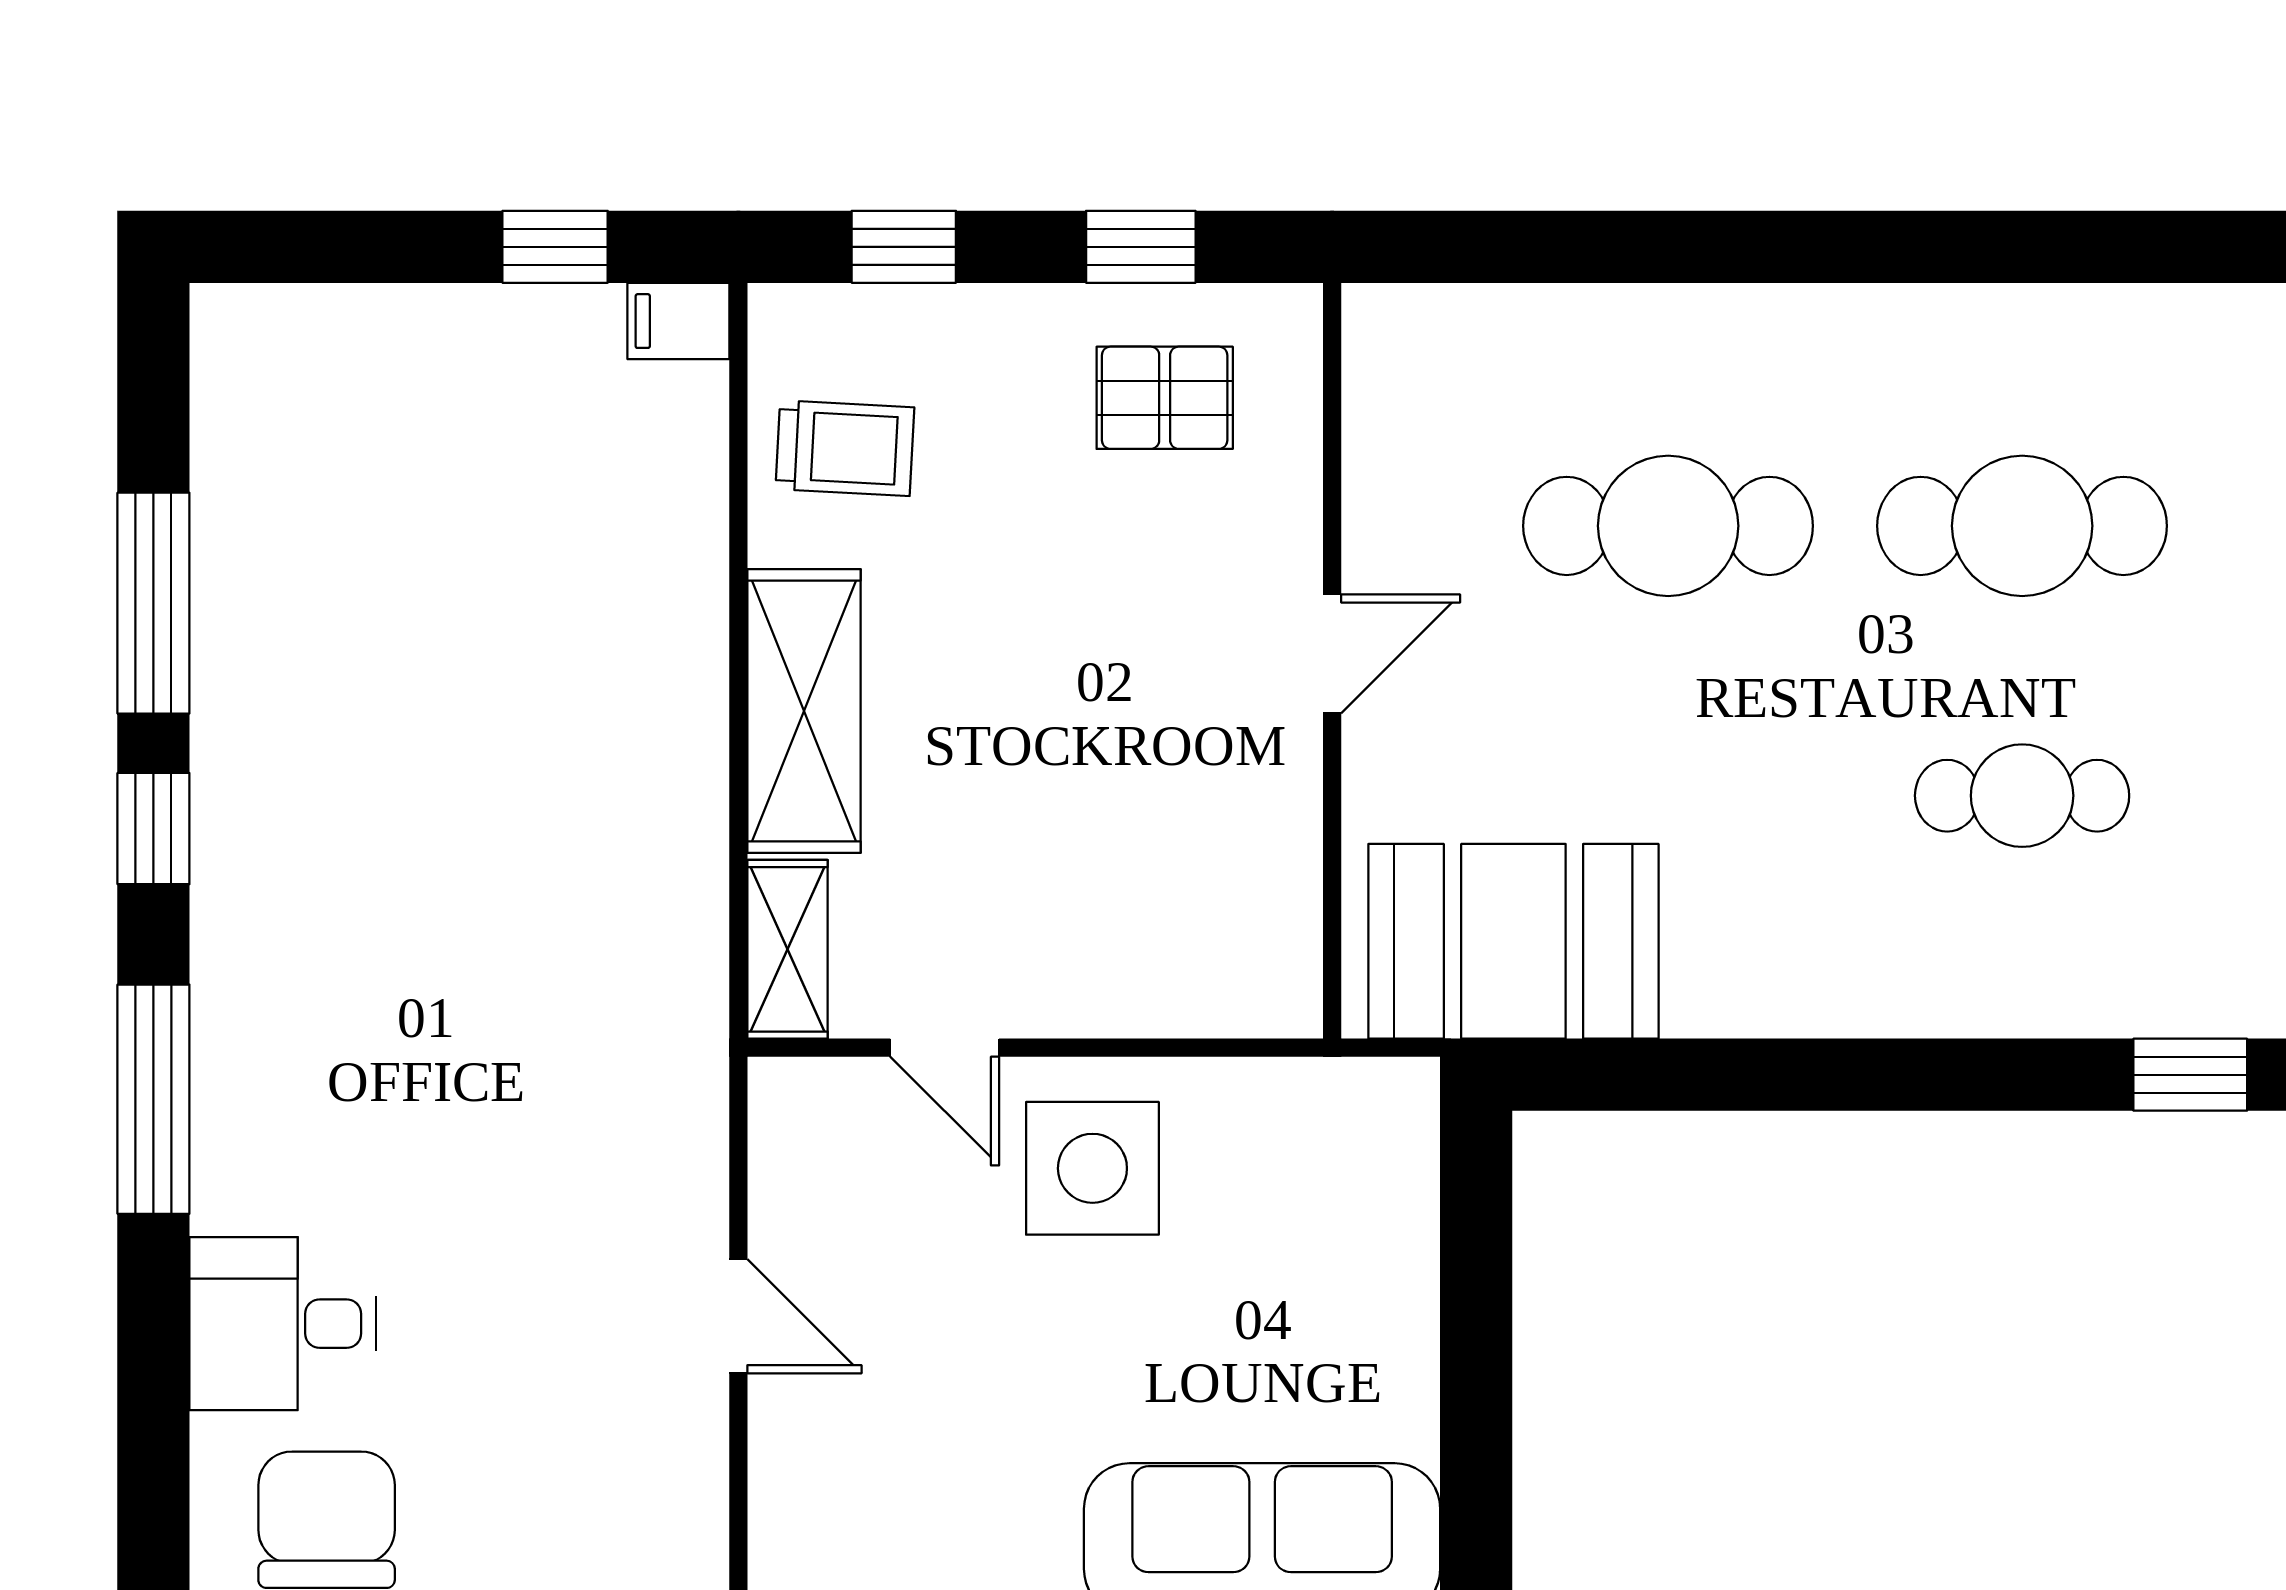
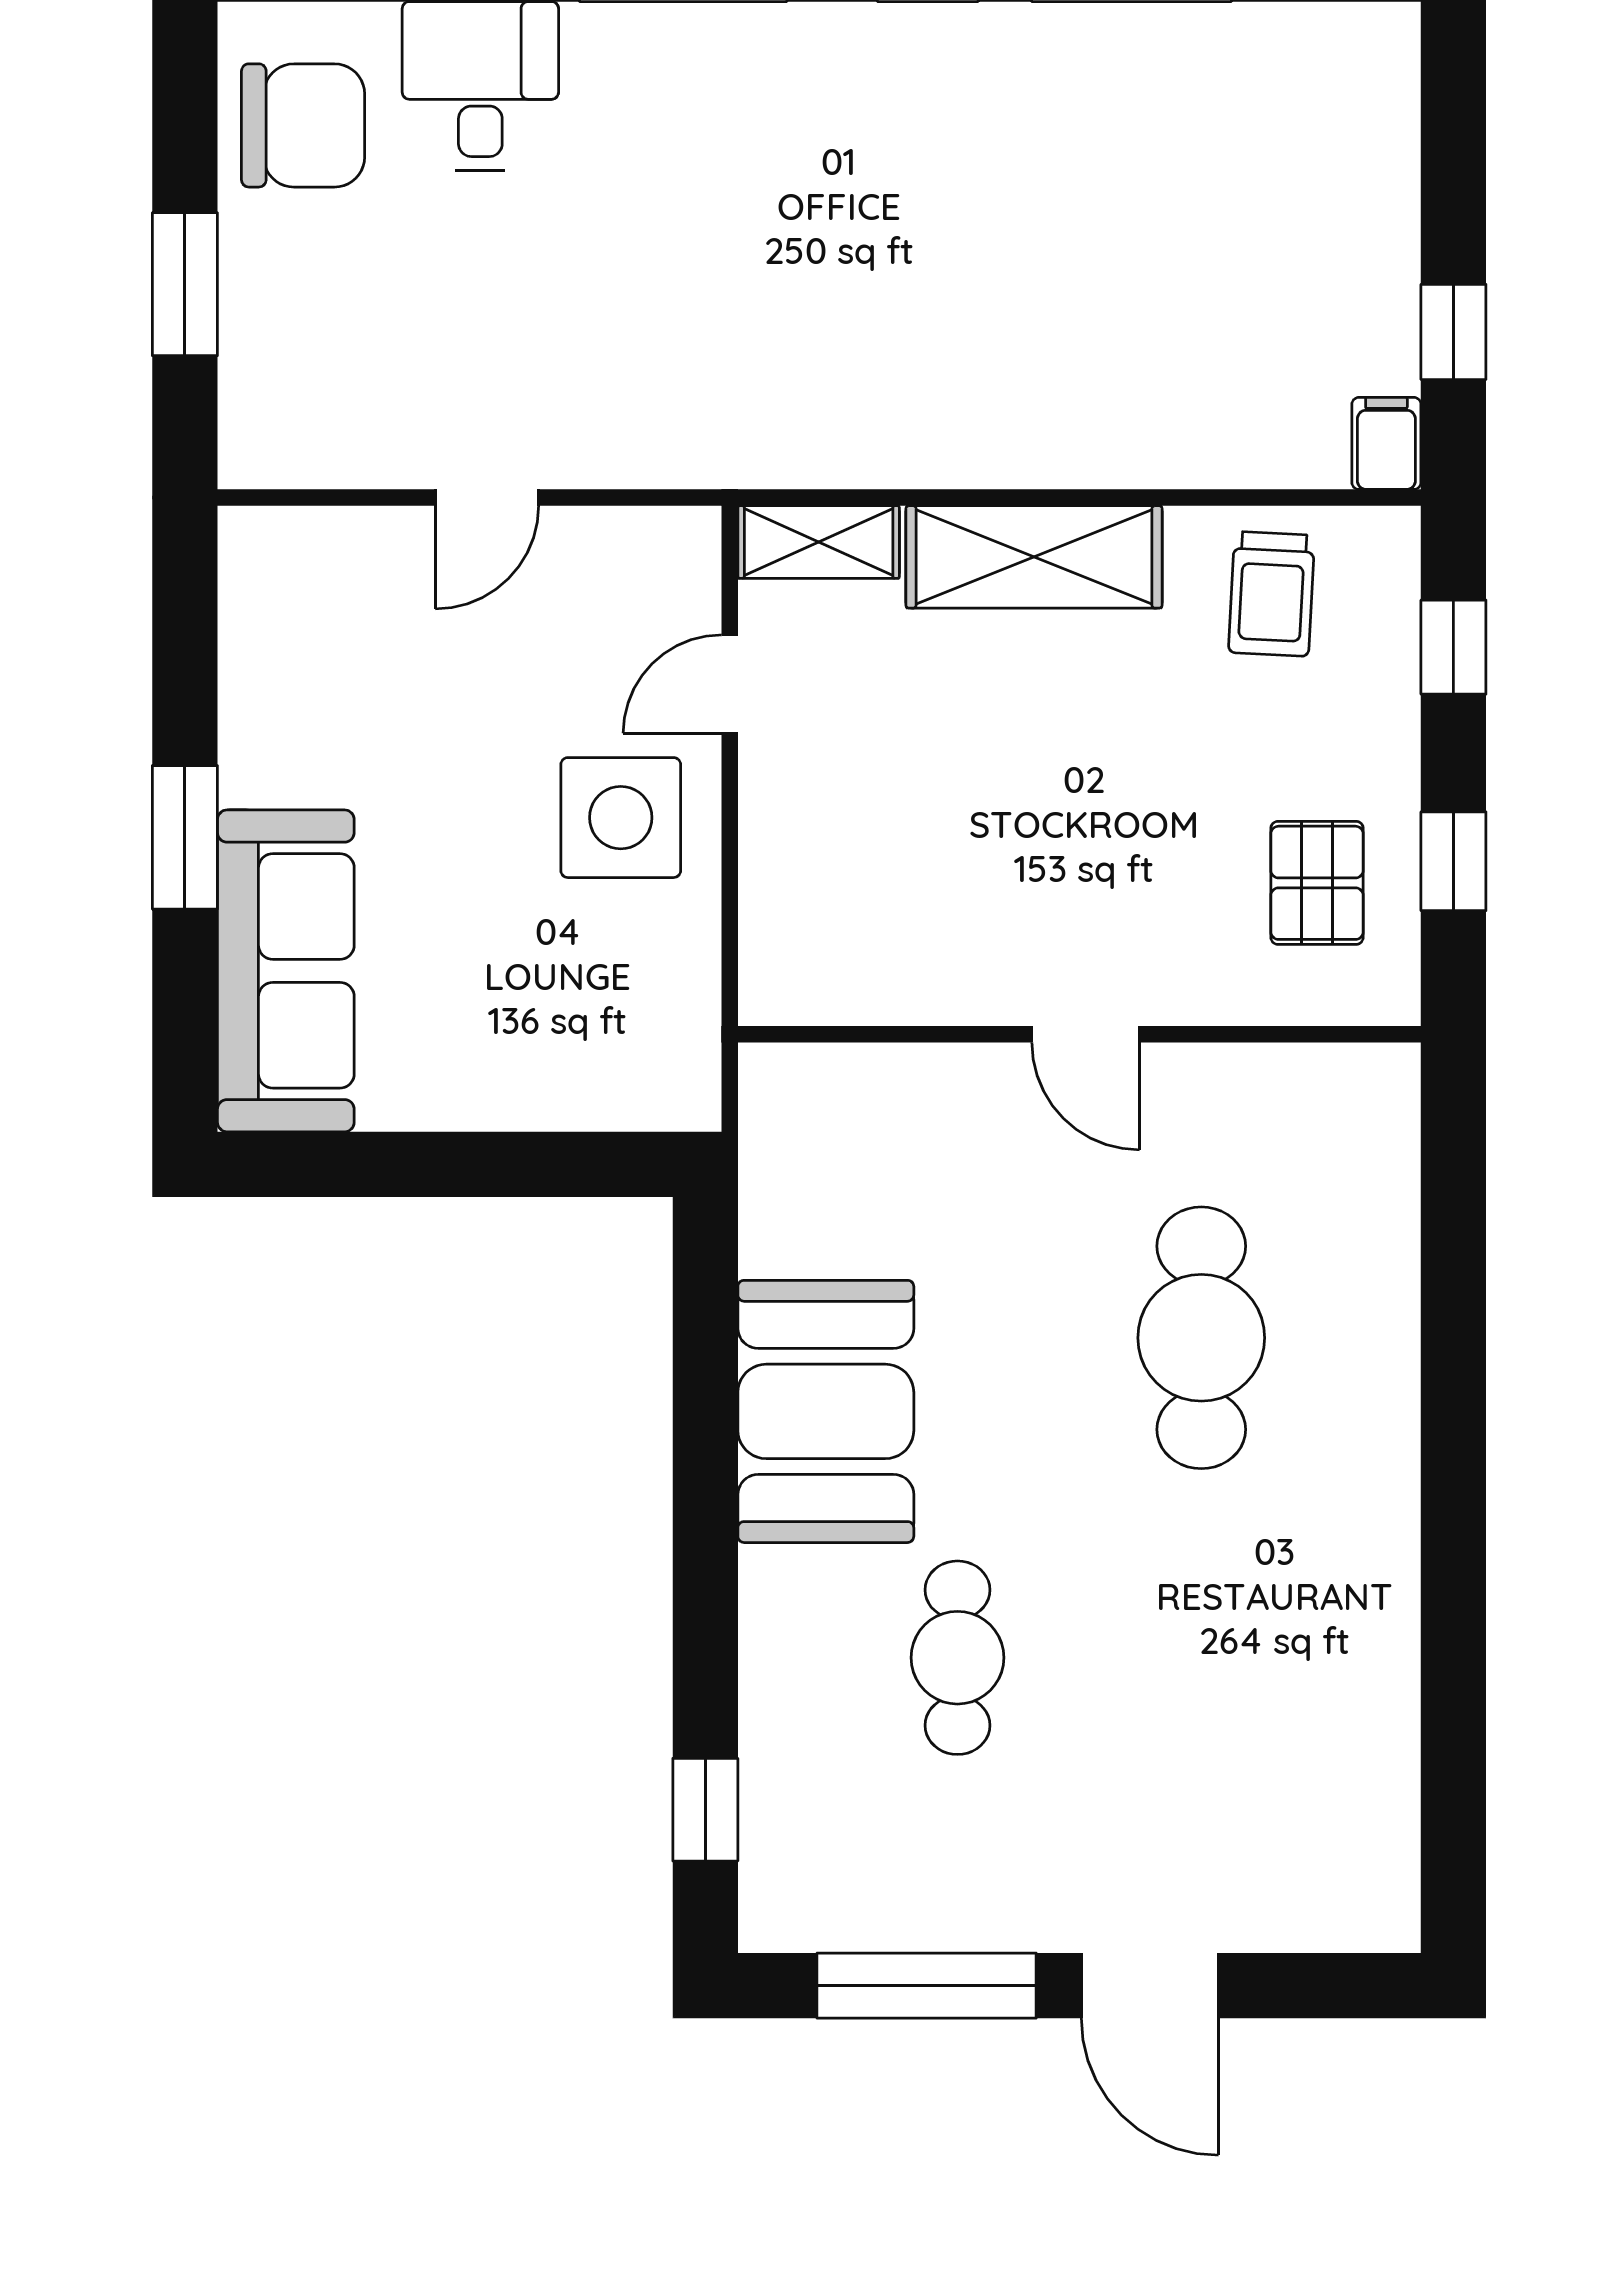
cafe table: (2022, 526) -> (1201, 1658), removed
booth: (1513, 941) -> (826, 1411), moved

